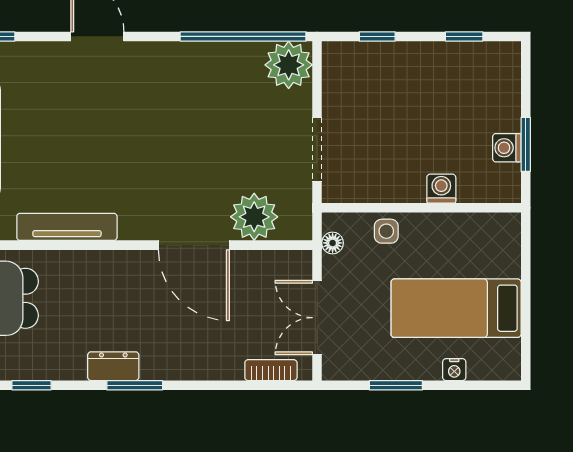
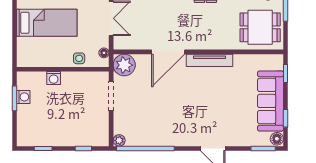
plant: (289, 65) -> (119, 140), width x0.53, depth x0.53
plant: (254, 217) -> (124, 65), moved
tv unit: (67, 227) -> (209, 60), moved
door: (194, 245) -> (168, 52), swing flipped

